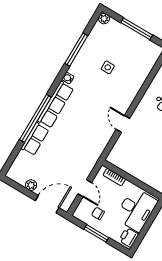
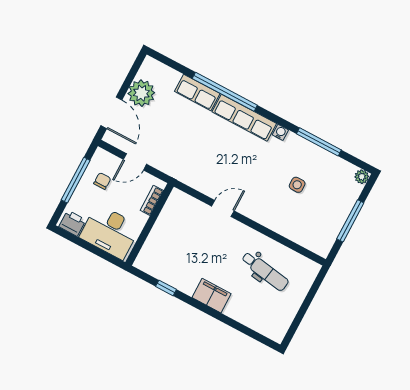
plant: (31, 185) -> (141, 93), width x1.88, depth x1.88
window: (96, 233) -> (76, 180), width x1.44

